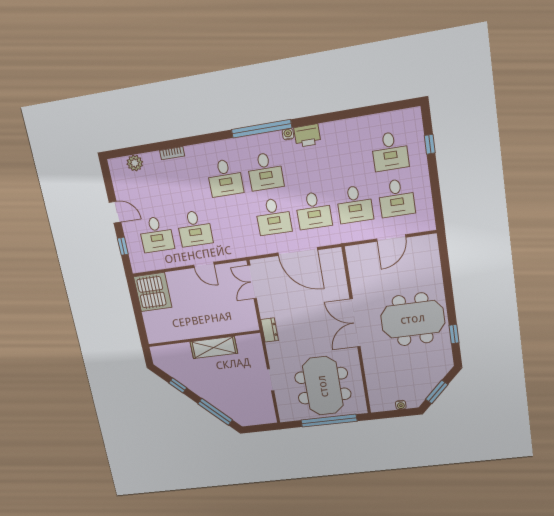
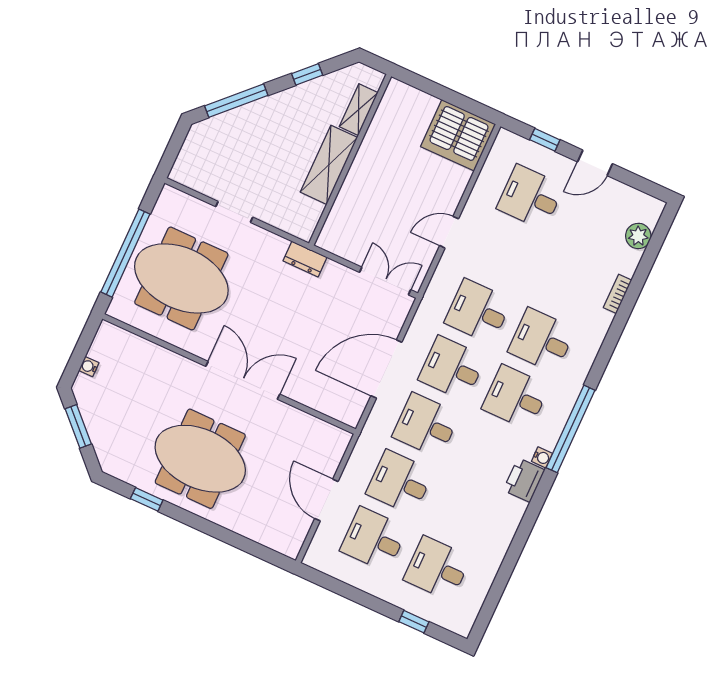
desk: (195, 228) -> (478, 311), moved
meeting table: (413, 319) -> (200, 459), turned 90
shelving: (176, 350) -> (359, 110), added

